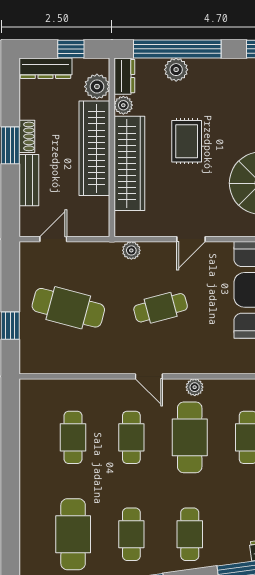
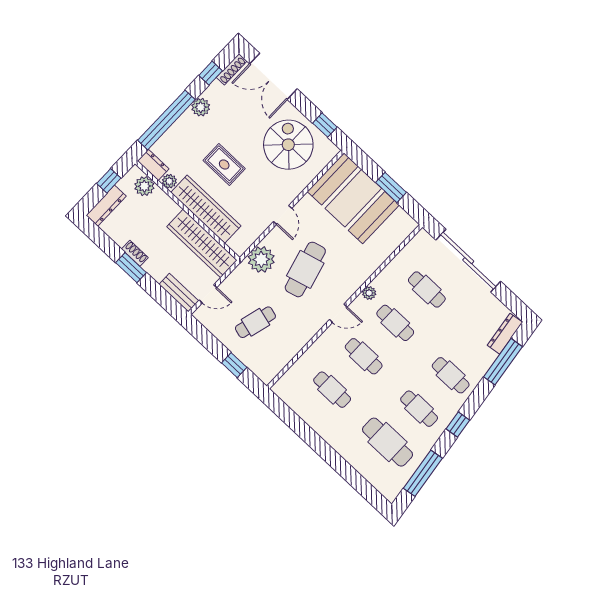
plant: (176, 70) -> (201, 107), moved
wardrobe: (94, 148) -> (202, 243), moved
bench: (29, 180) -> (179, 293), moved
door: (53, 239) -> (208, 294), swing flipped
plant: (131, 250) -> (261, 259), width x1.87, depth x1.87
cafe table: (68, 308) -> (255, 322), width x0.73, depth x0.74
cafe table: (161, 308) -> (305, 269), width x1.37, depth x1.35
cafe table: (190, 437) -> (395, 323), width x0.73, depth x0.74

